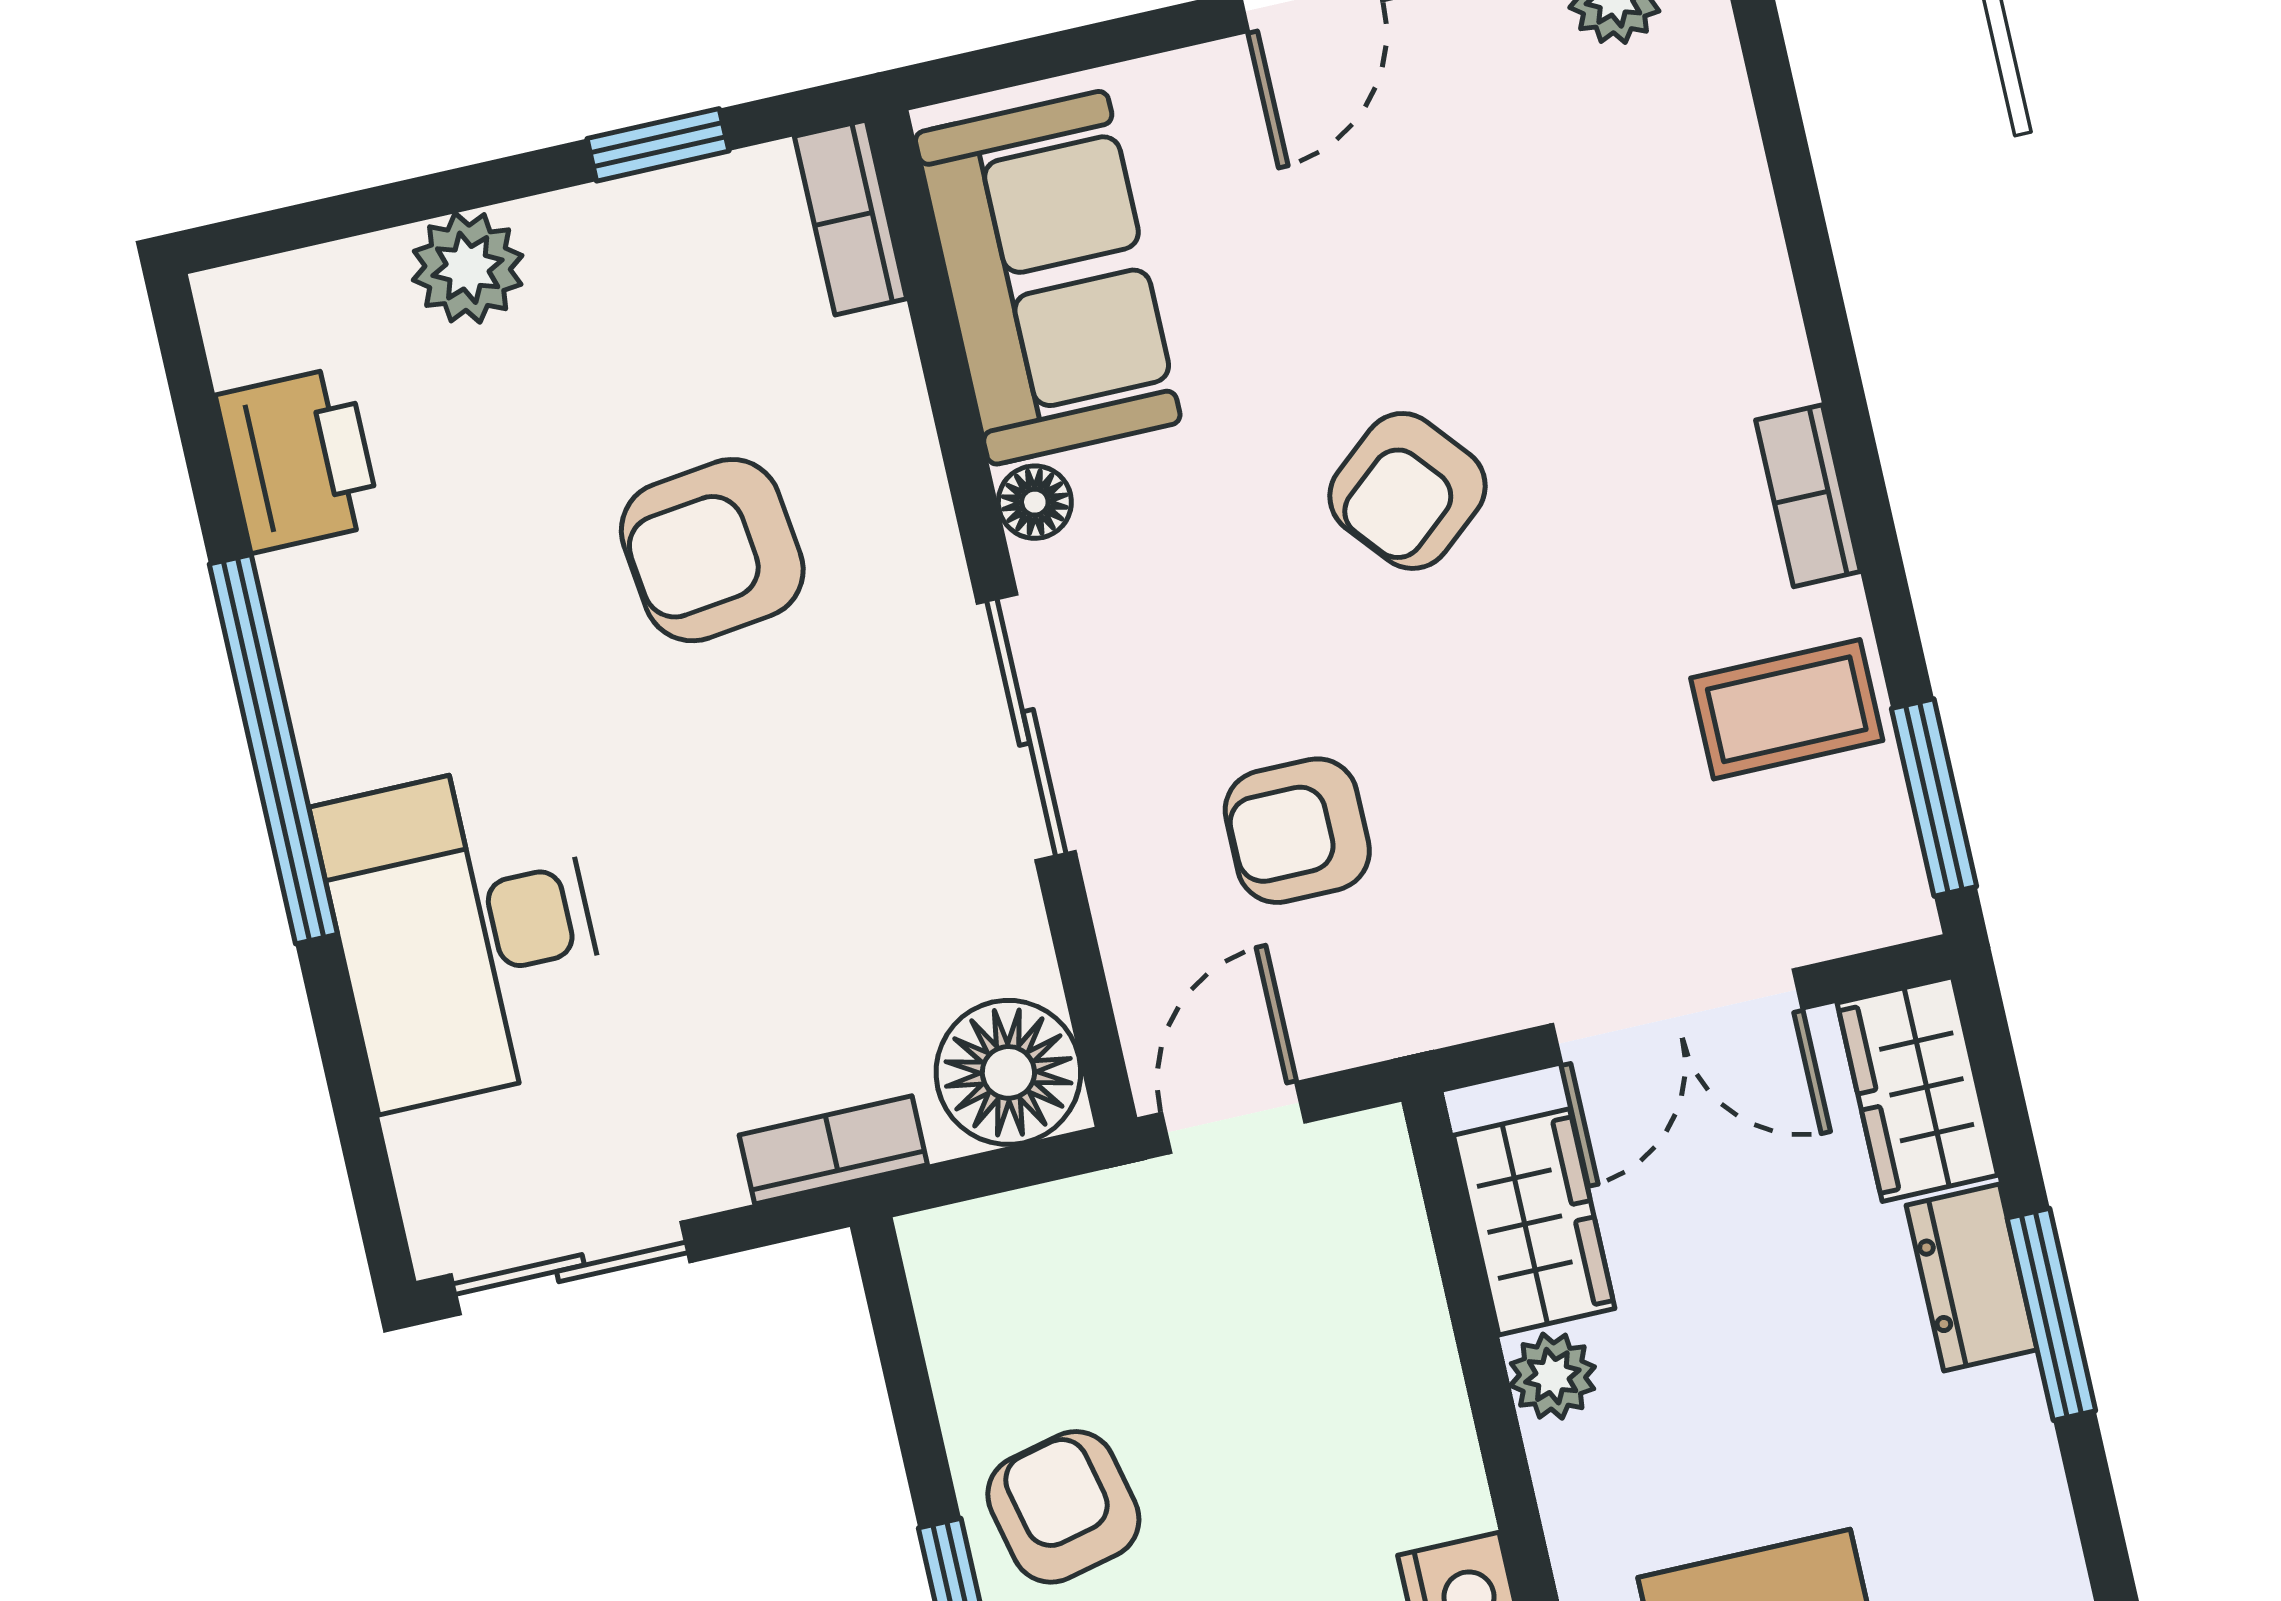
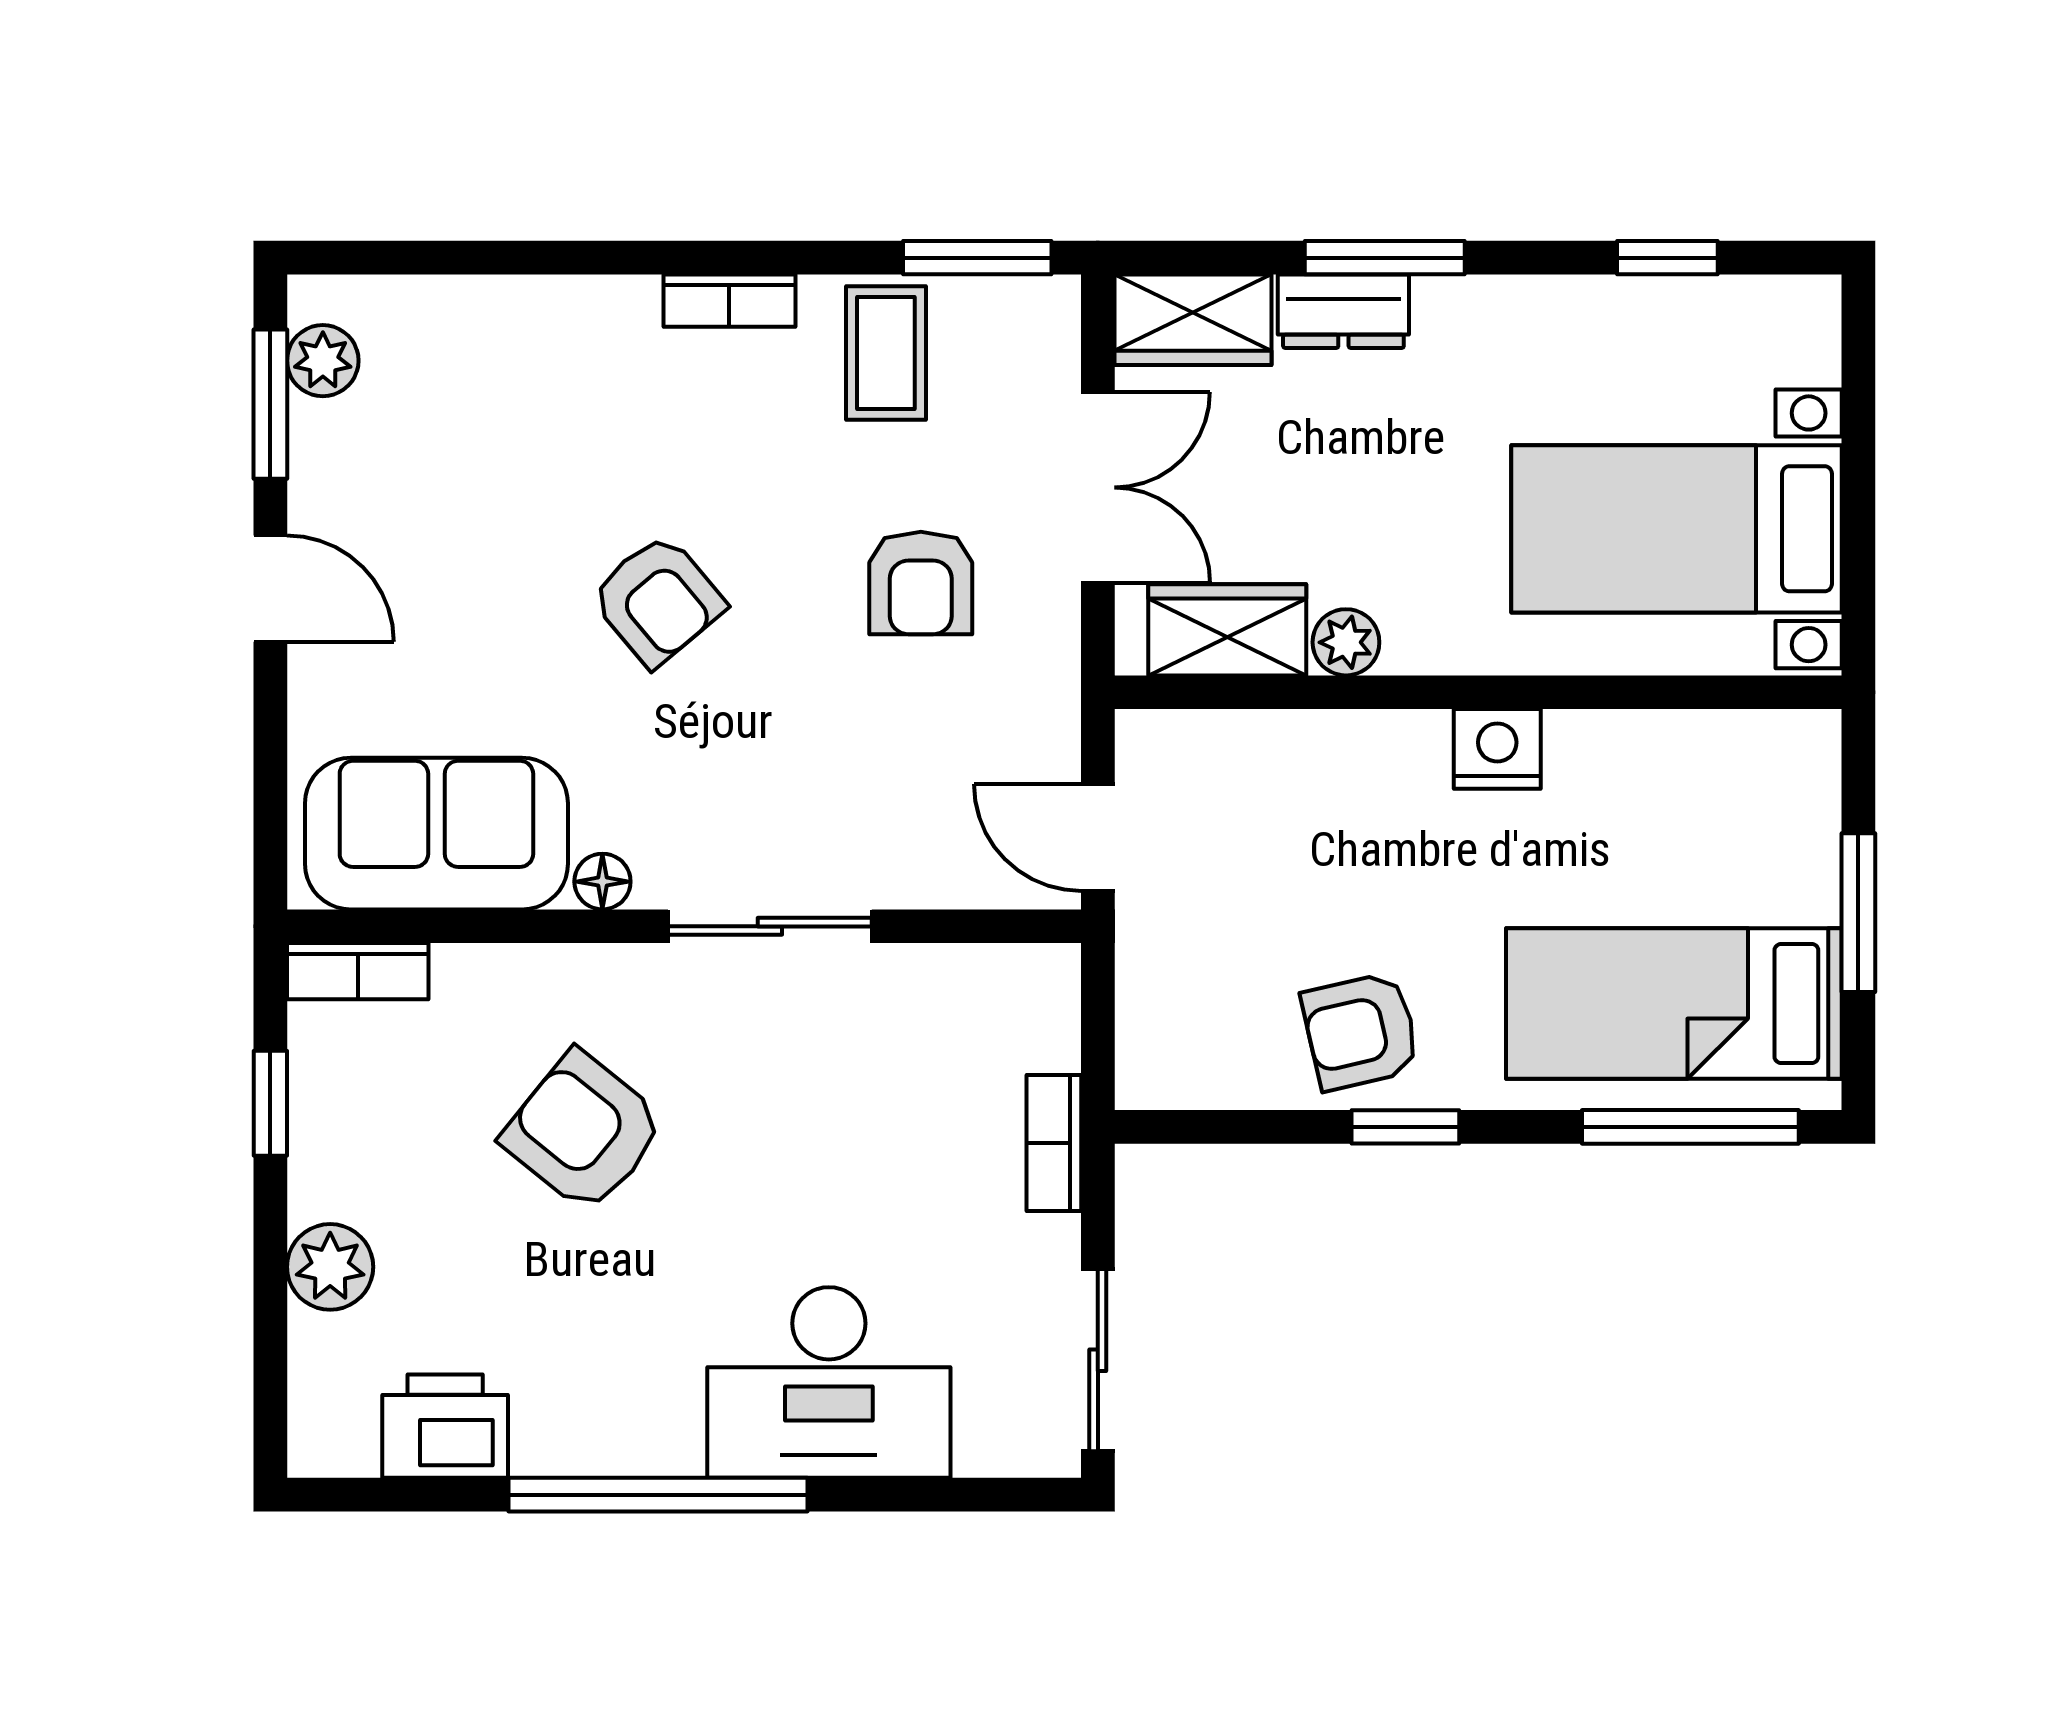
armchair: (712, 550) -> (584, 1132), turned 136
armchair: (1297, 831) -> (921, 583), moved
floor lamp: (1008, 1072) -> (1026, 998), removed

